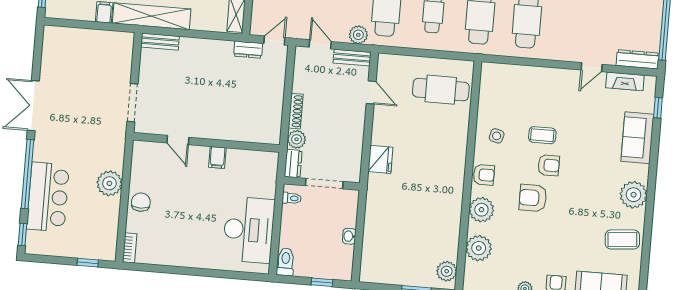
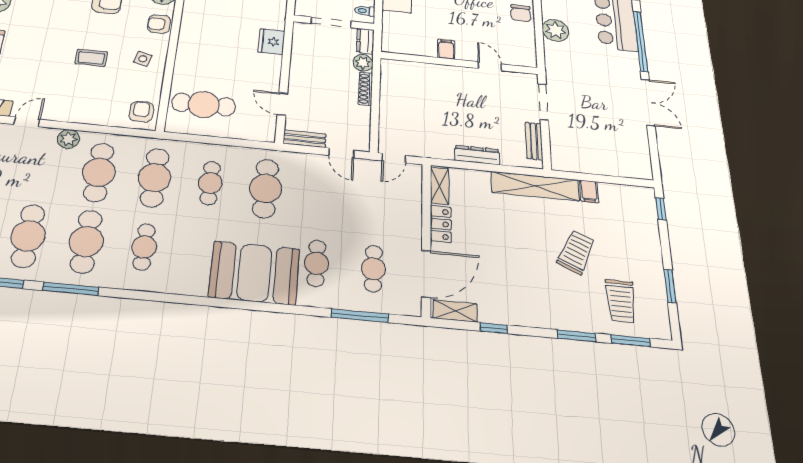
plant: (358, 35) -> (68, 139), moved
bench: (160, 42) -> (534, 141), moved, turned 90
dresser: (248, 50) -> (477, 155), moved, width x1.44
armchair: (549, 165) -> (141, 112), moved, turned 90

